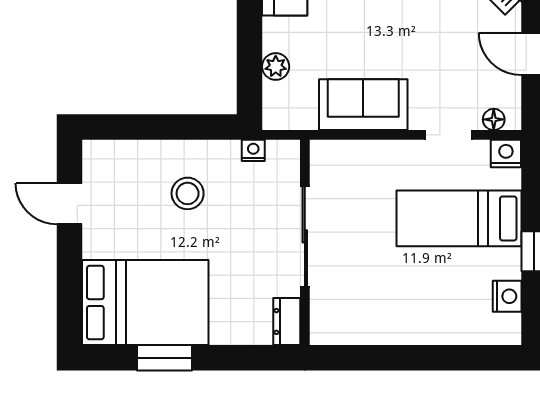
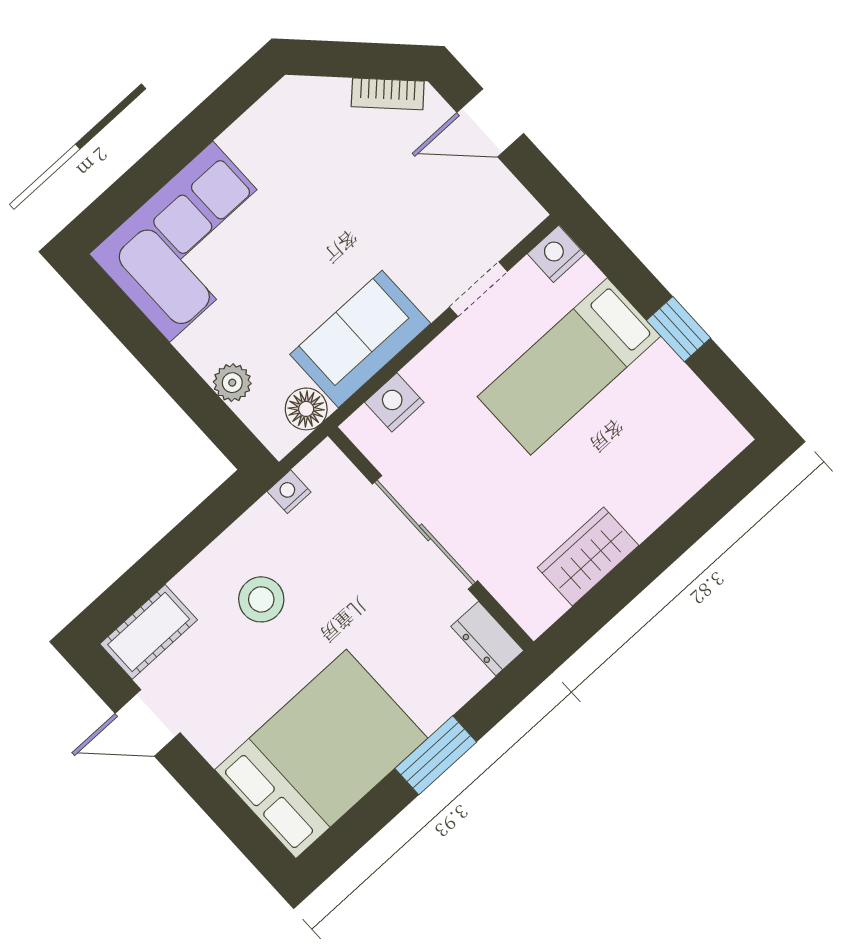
floor lamp: (494, 119) -> (306, 409), moved, width x1.37, depth x1.37
cot: (113, 157) -> (149, 632), added
nightstand: (507, 296) -> (394, 402), moved, turned -90
wardrobe: (378, 327) -> (588, 557), added
window: (164, 358) -> (436, 755), moved

